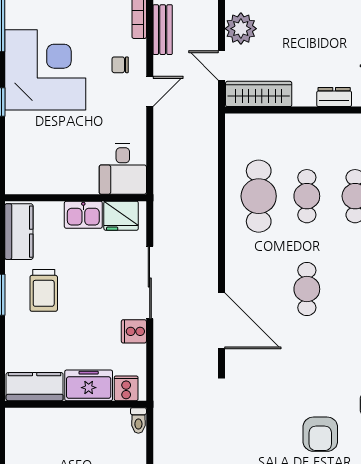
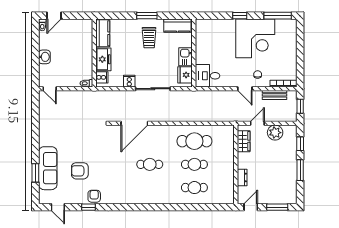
wardrobe: (259, 94) -> (244, 141), width x0.67
trolley: (44, 290) -> (149, 38), turned -90

